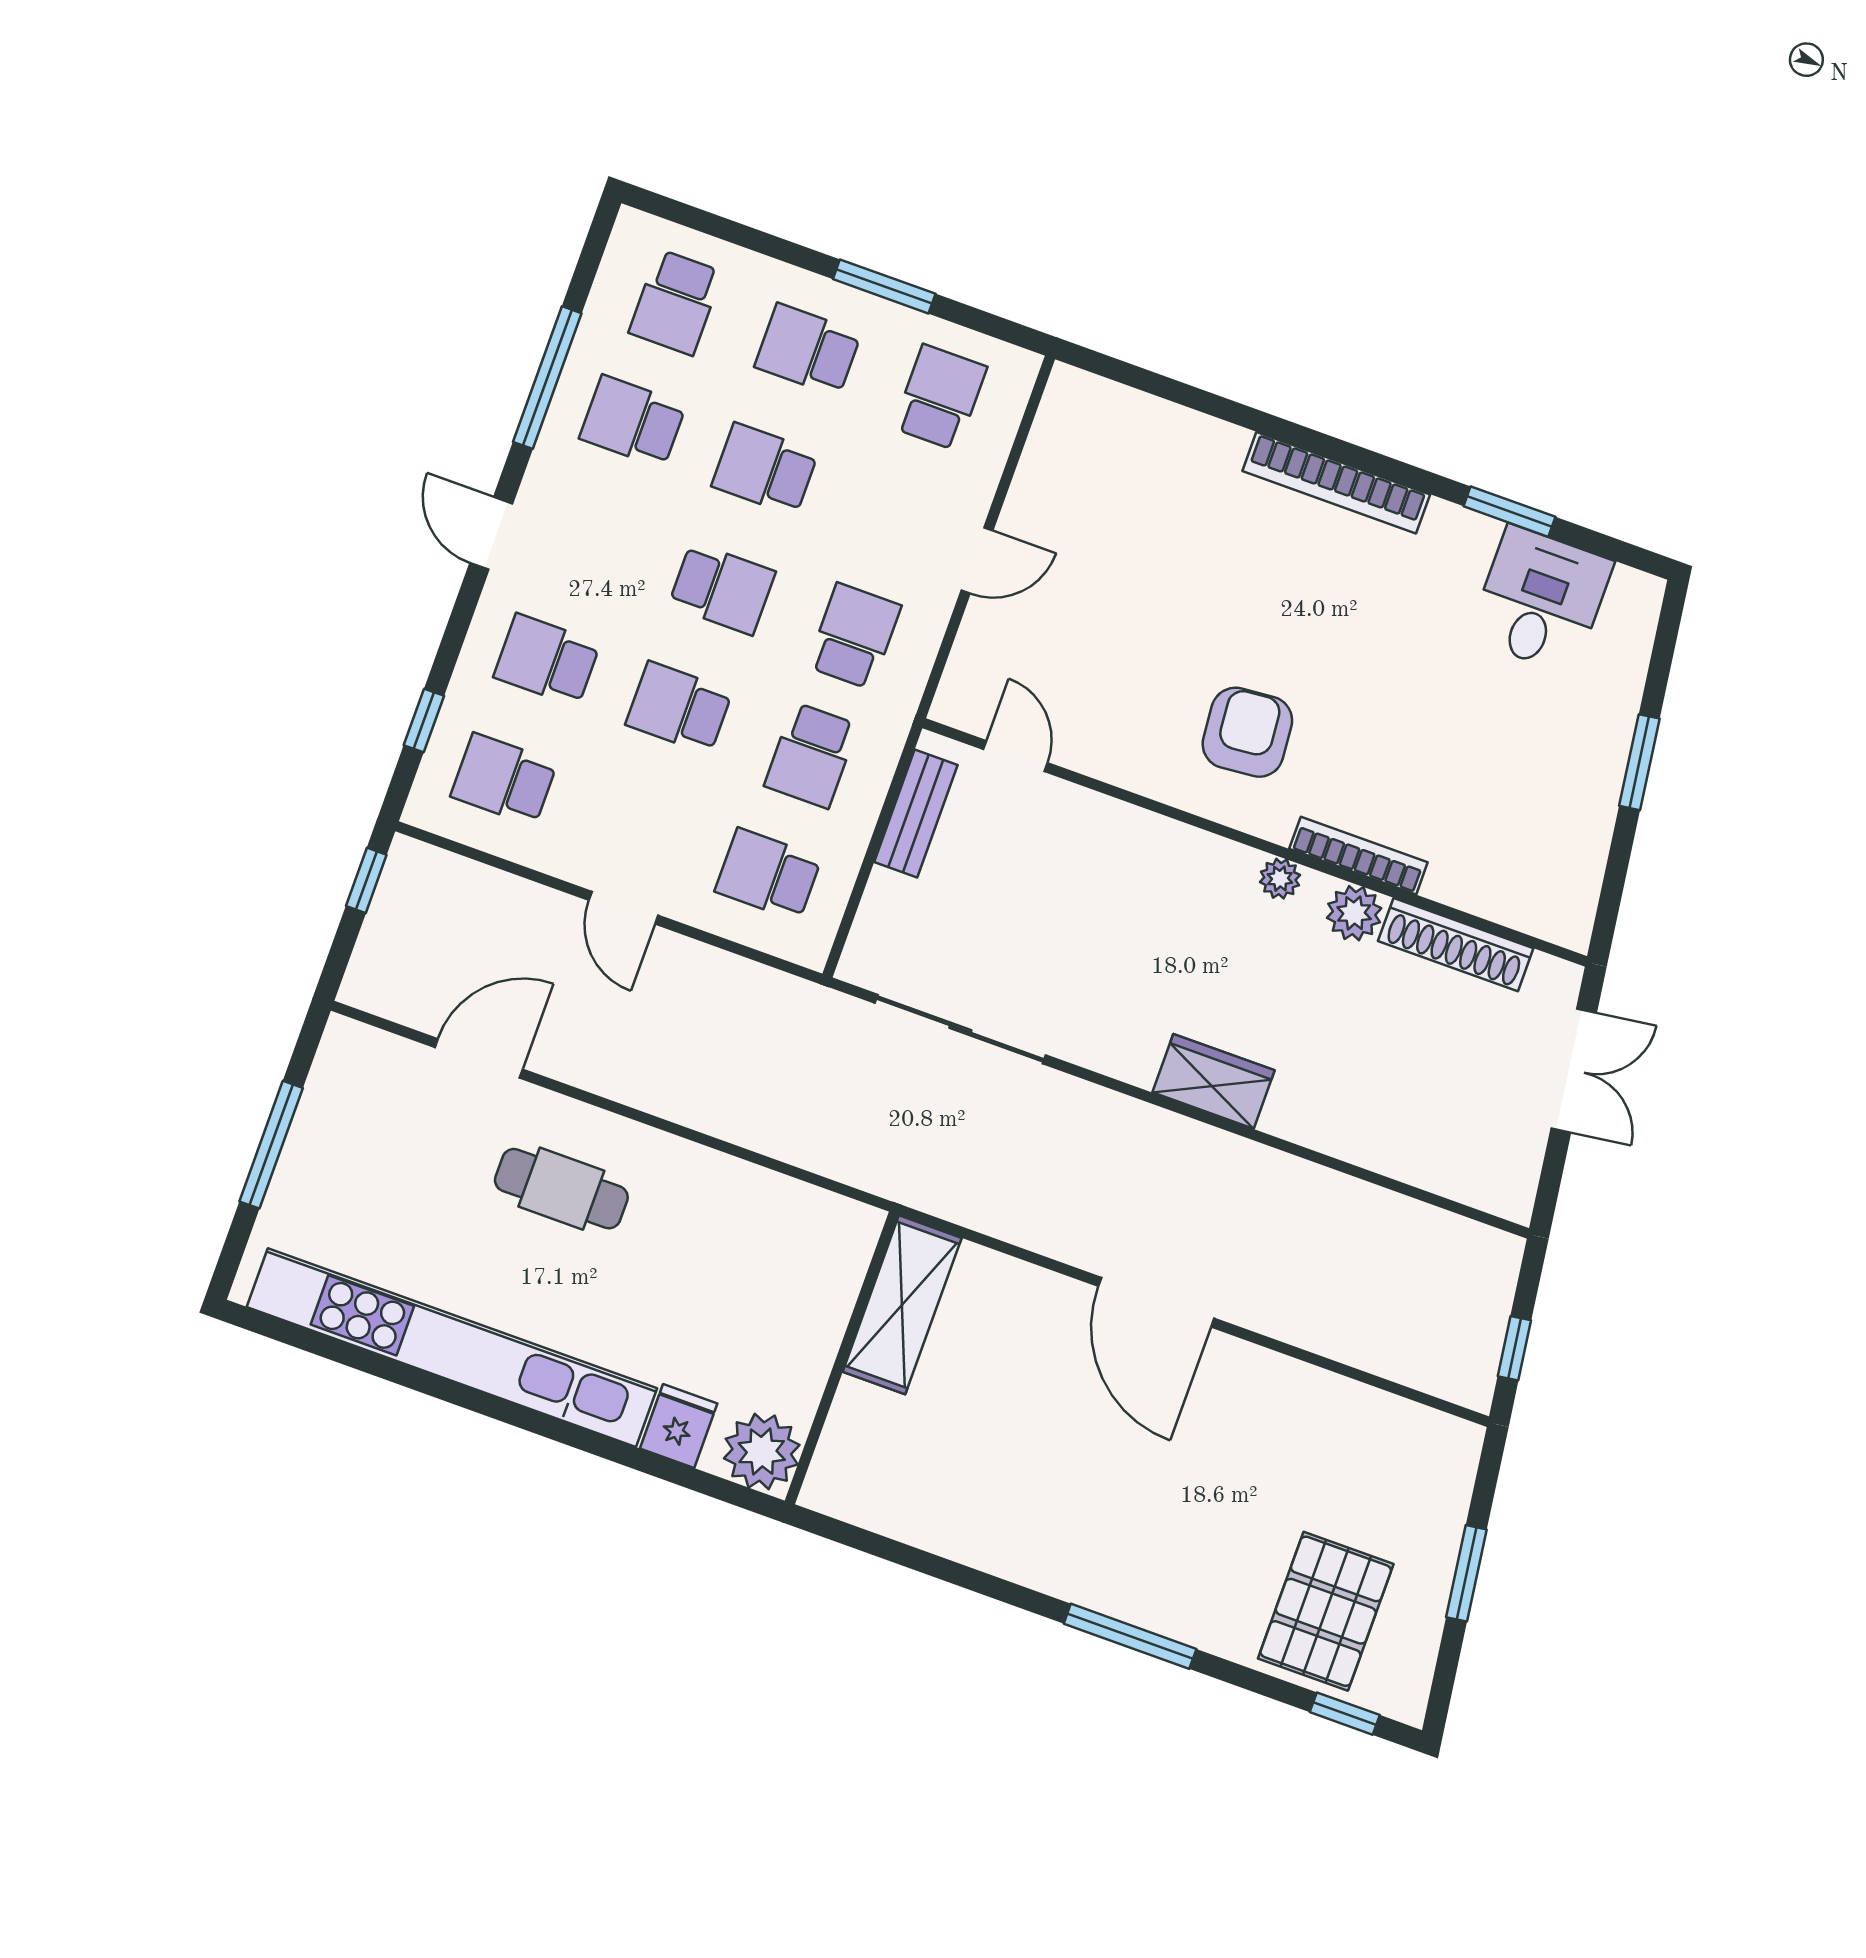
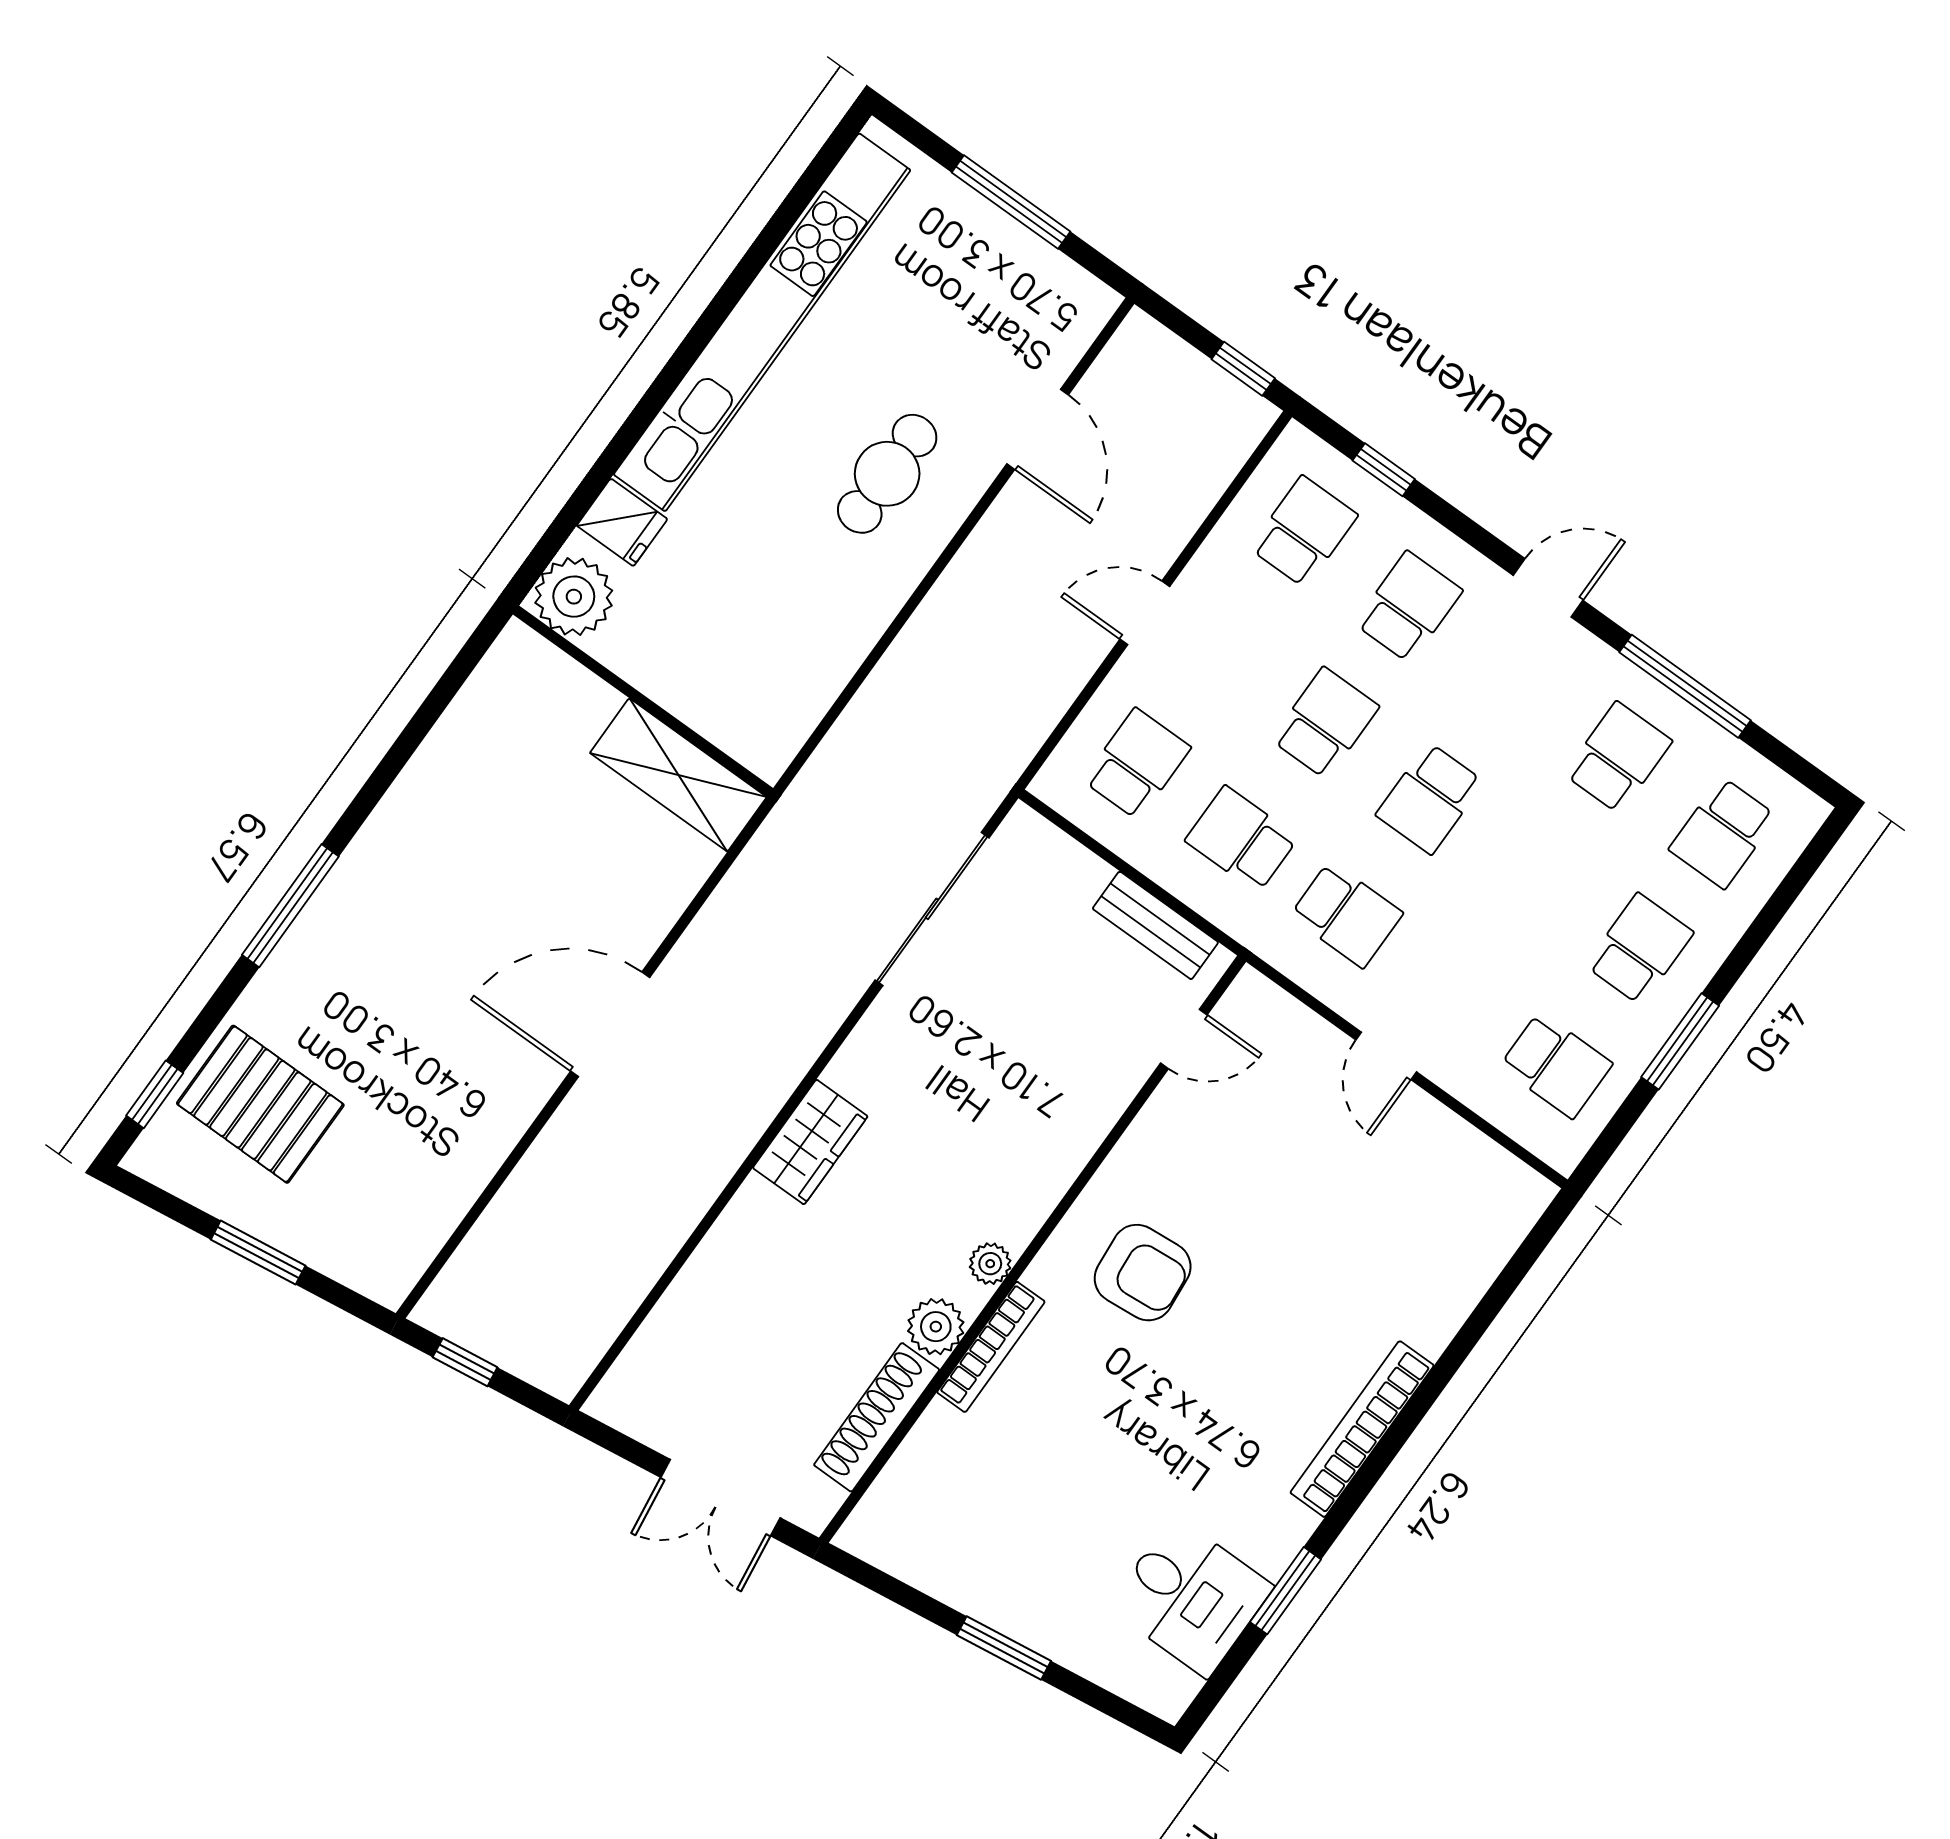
school desk: (676, 302) -> (1723, 833), turned -90
school desk: (765, 469) -> (1535, 874), removed

